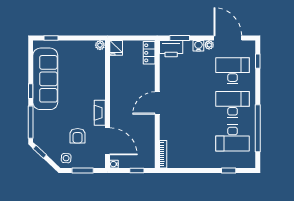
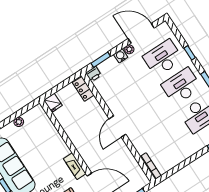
plant: (100, 45) -> (19, 122), moved
printer: (171, 49) -> (93, 74), width x0.53, depth x0.68
window: (258, 61) -> (190, 53), moved

